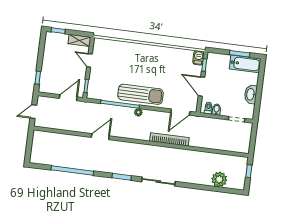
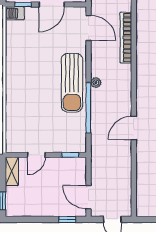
sun lounger: (140, 94) -> (72, 83), turned 180
door: (68, 98) -> (88, 197), moved
door: (100, 137) -> (134, 128), hinge flipped

